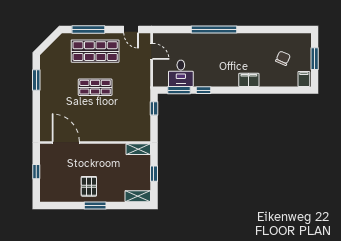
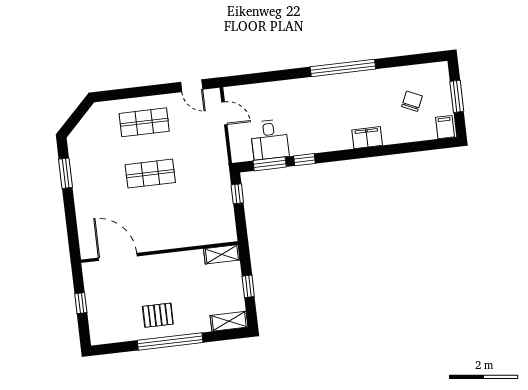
window: (88, 29) -> (131, 93), removed
window: (214, 29) -> (343, 68), moved
shop shelf: (95, 51) -> (144, 122), width x0.70, depth x0.74
pallet: (89, 186) -> (158, 315), turned 90
window: (95, 206) -> (170, 341), width x2.11

